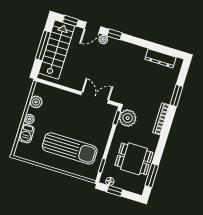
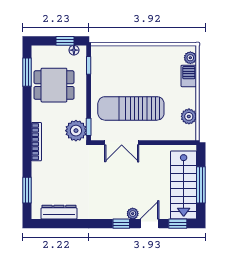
window: (176, 96) -> (27, 190), moved
plant: (29, 119) -> (190, 58), moved
sun lounger: (70, 148) -> (131, 108), moved

